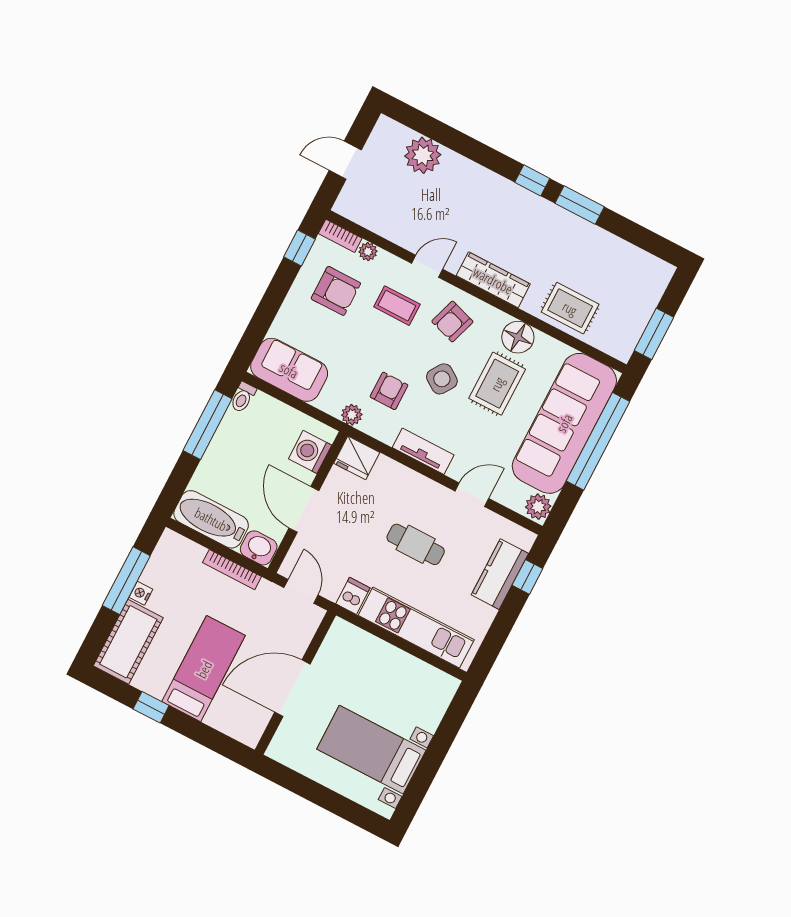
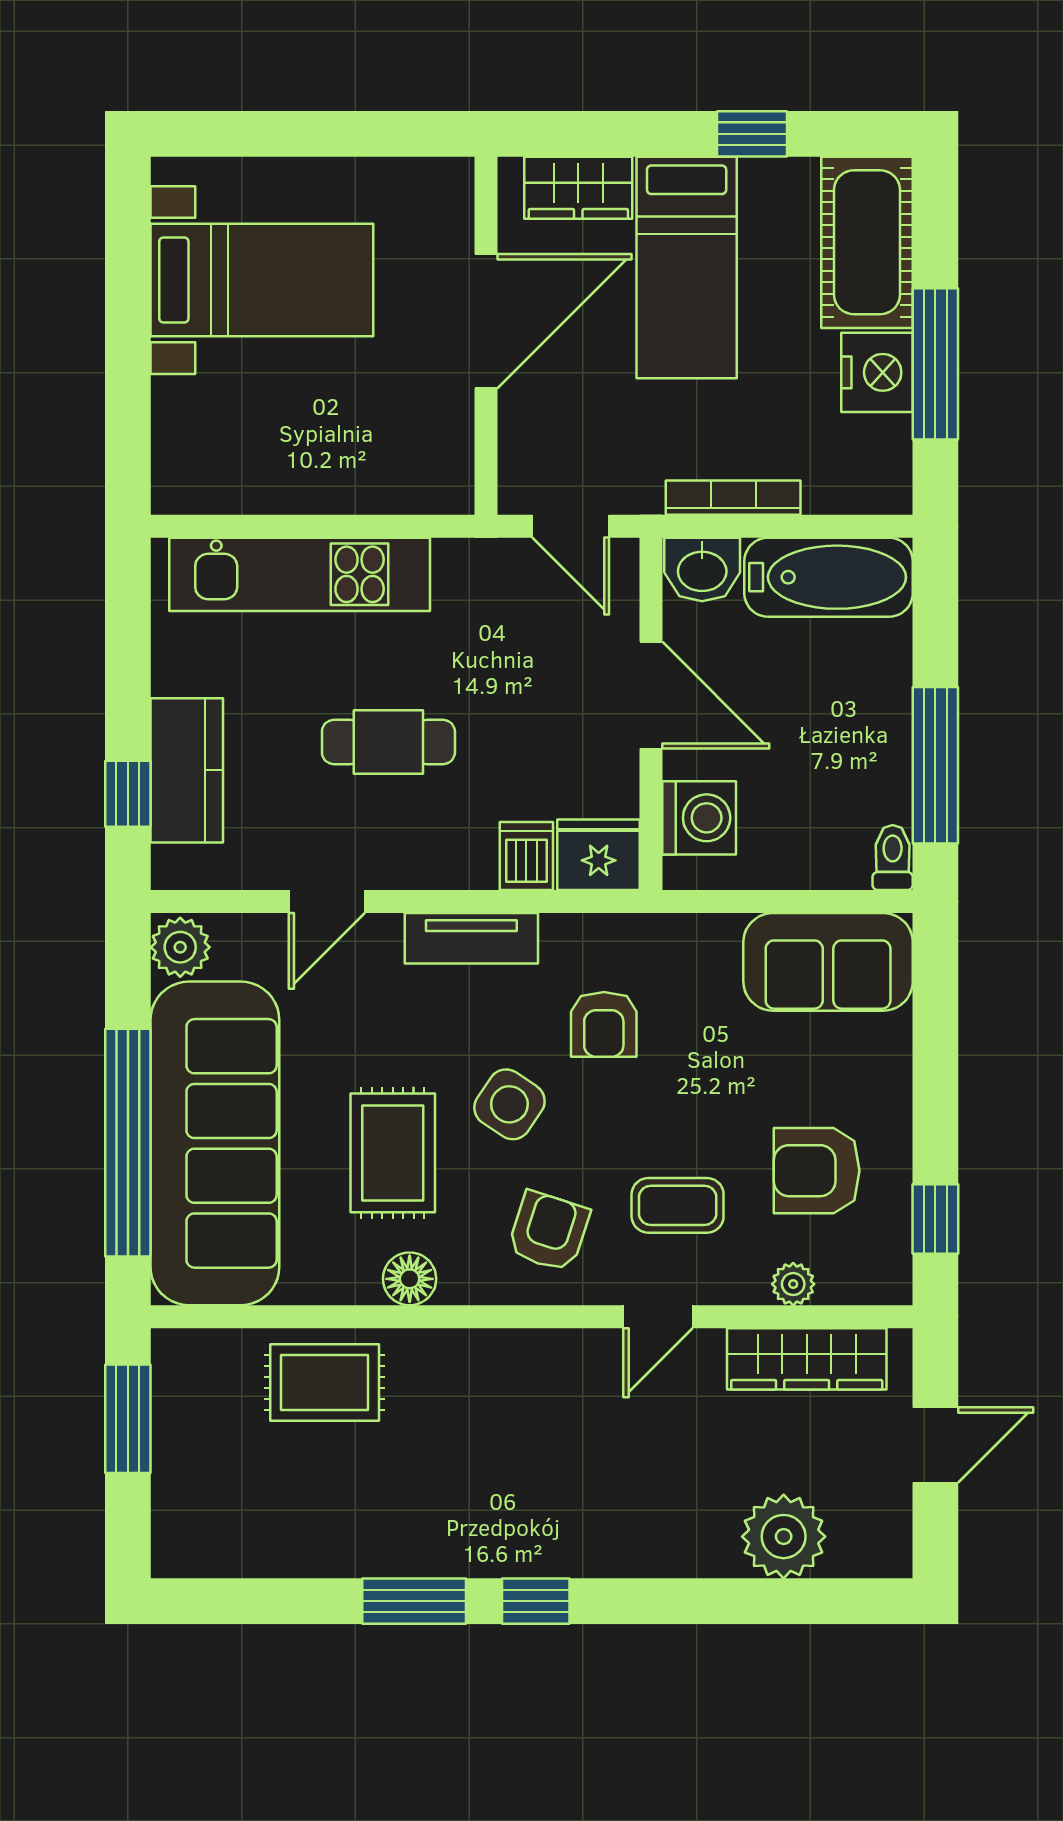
bookcase: (340, 236) -> (866, 1287), removed
wardrobe: (493, 280) -> (807, 1359), moved
floor lamp: (518, 337) -> (410, 1279), width x0.73, depth x0.73
plant: (352, 415) -> (654, 937), removed
nightstand: (141, 593) -> (877, 372), width x1.89, depth x1.79
dishwasher: (353, 596) -> (526, 856), moved, turned 180
wardrobe: (230, 721) -> (578, 188), added

